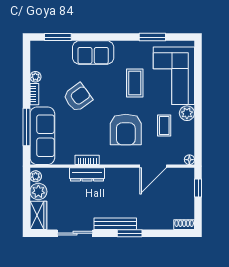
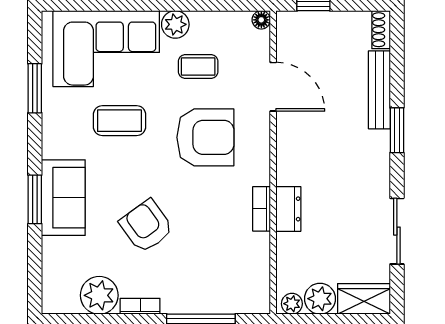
window: (58, 37) -> (35, 199), moved
plant: (35, 77) -> (99, 295), width x1.87, depth x1.87
sofa: (42, 136) -> (217, 291), removed
dresser: (87, 174) -> (288, 209), width x0.70
bench: (115, 224) -> (379, 90), moved

